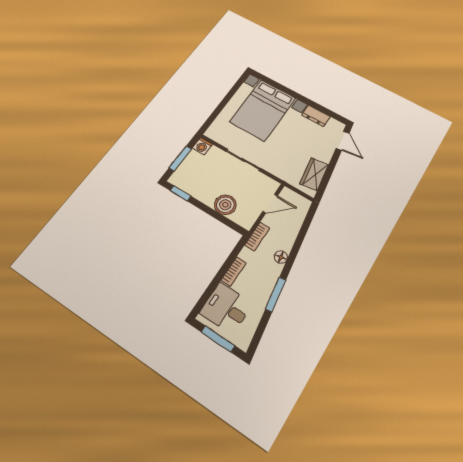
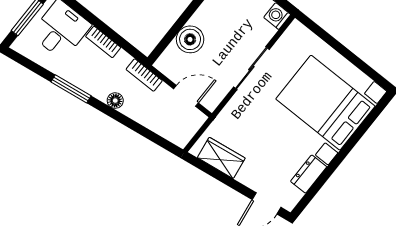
door: (270, 204) -> (186, 96), swing flipped

